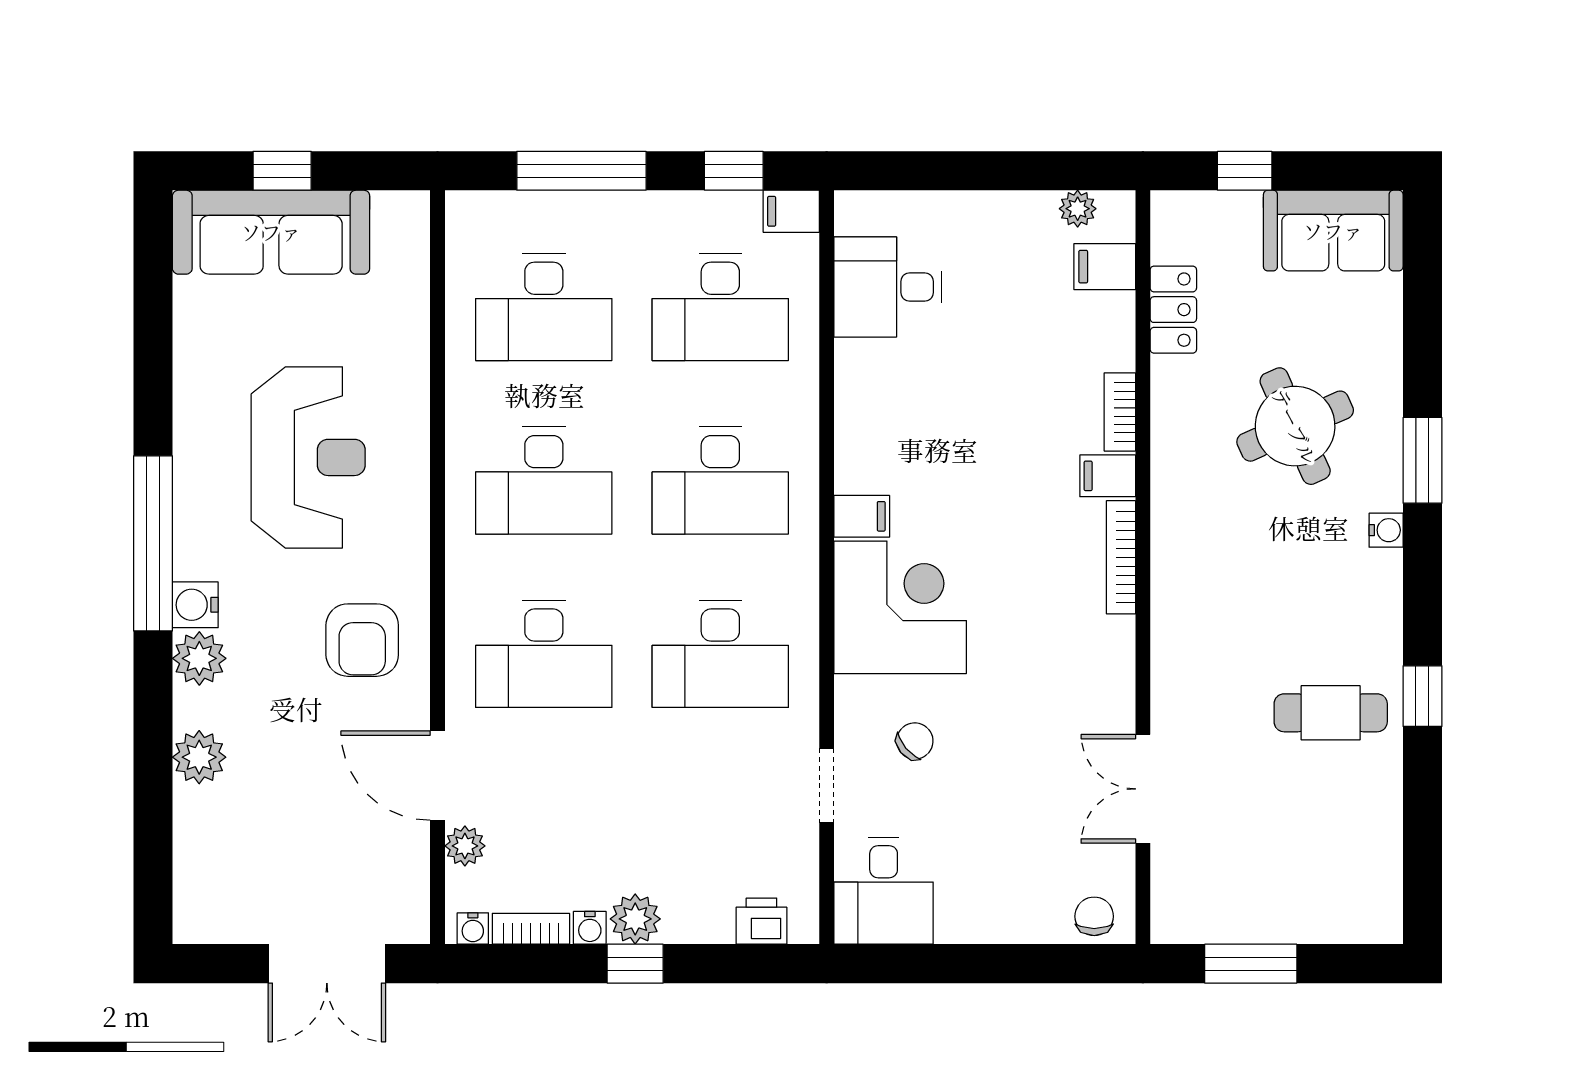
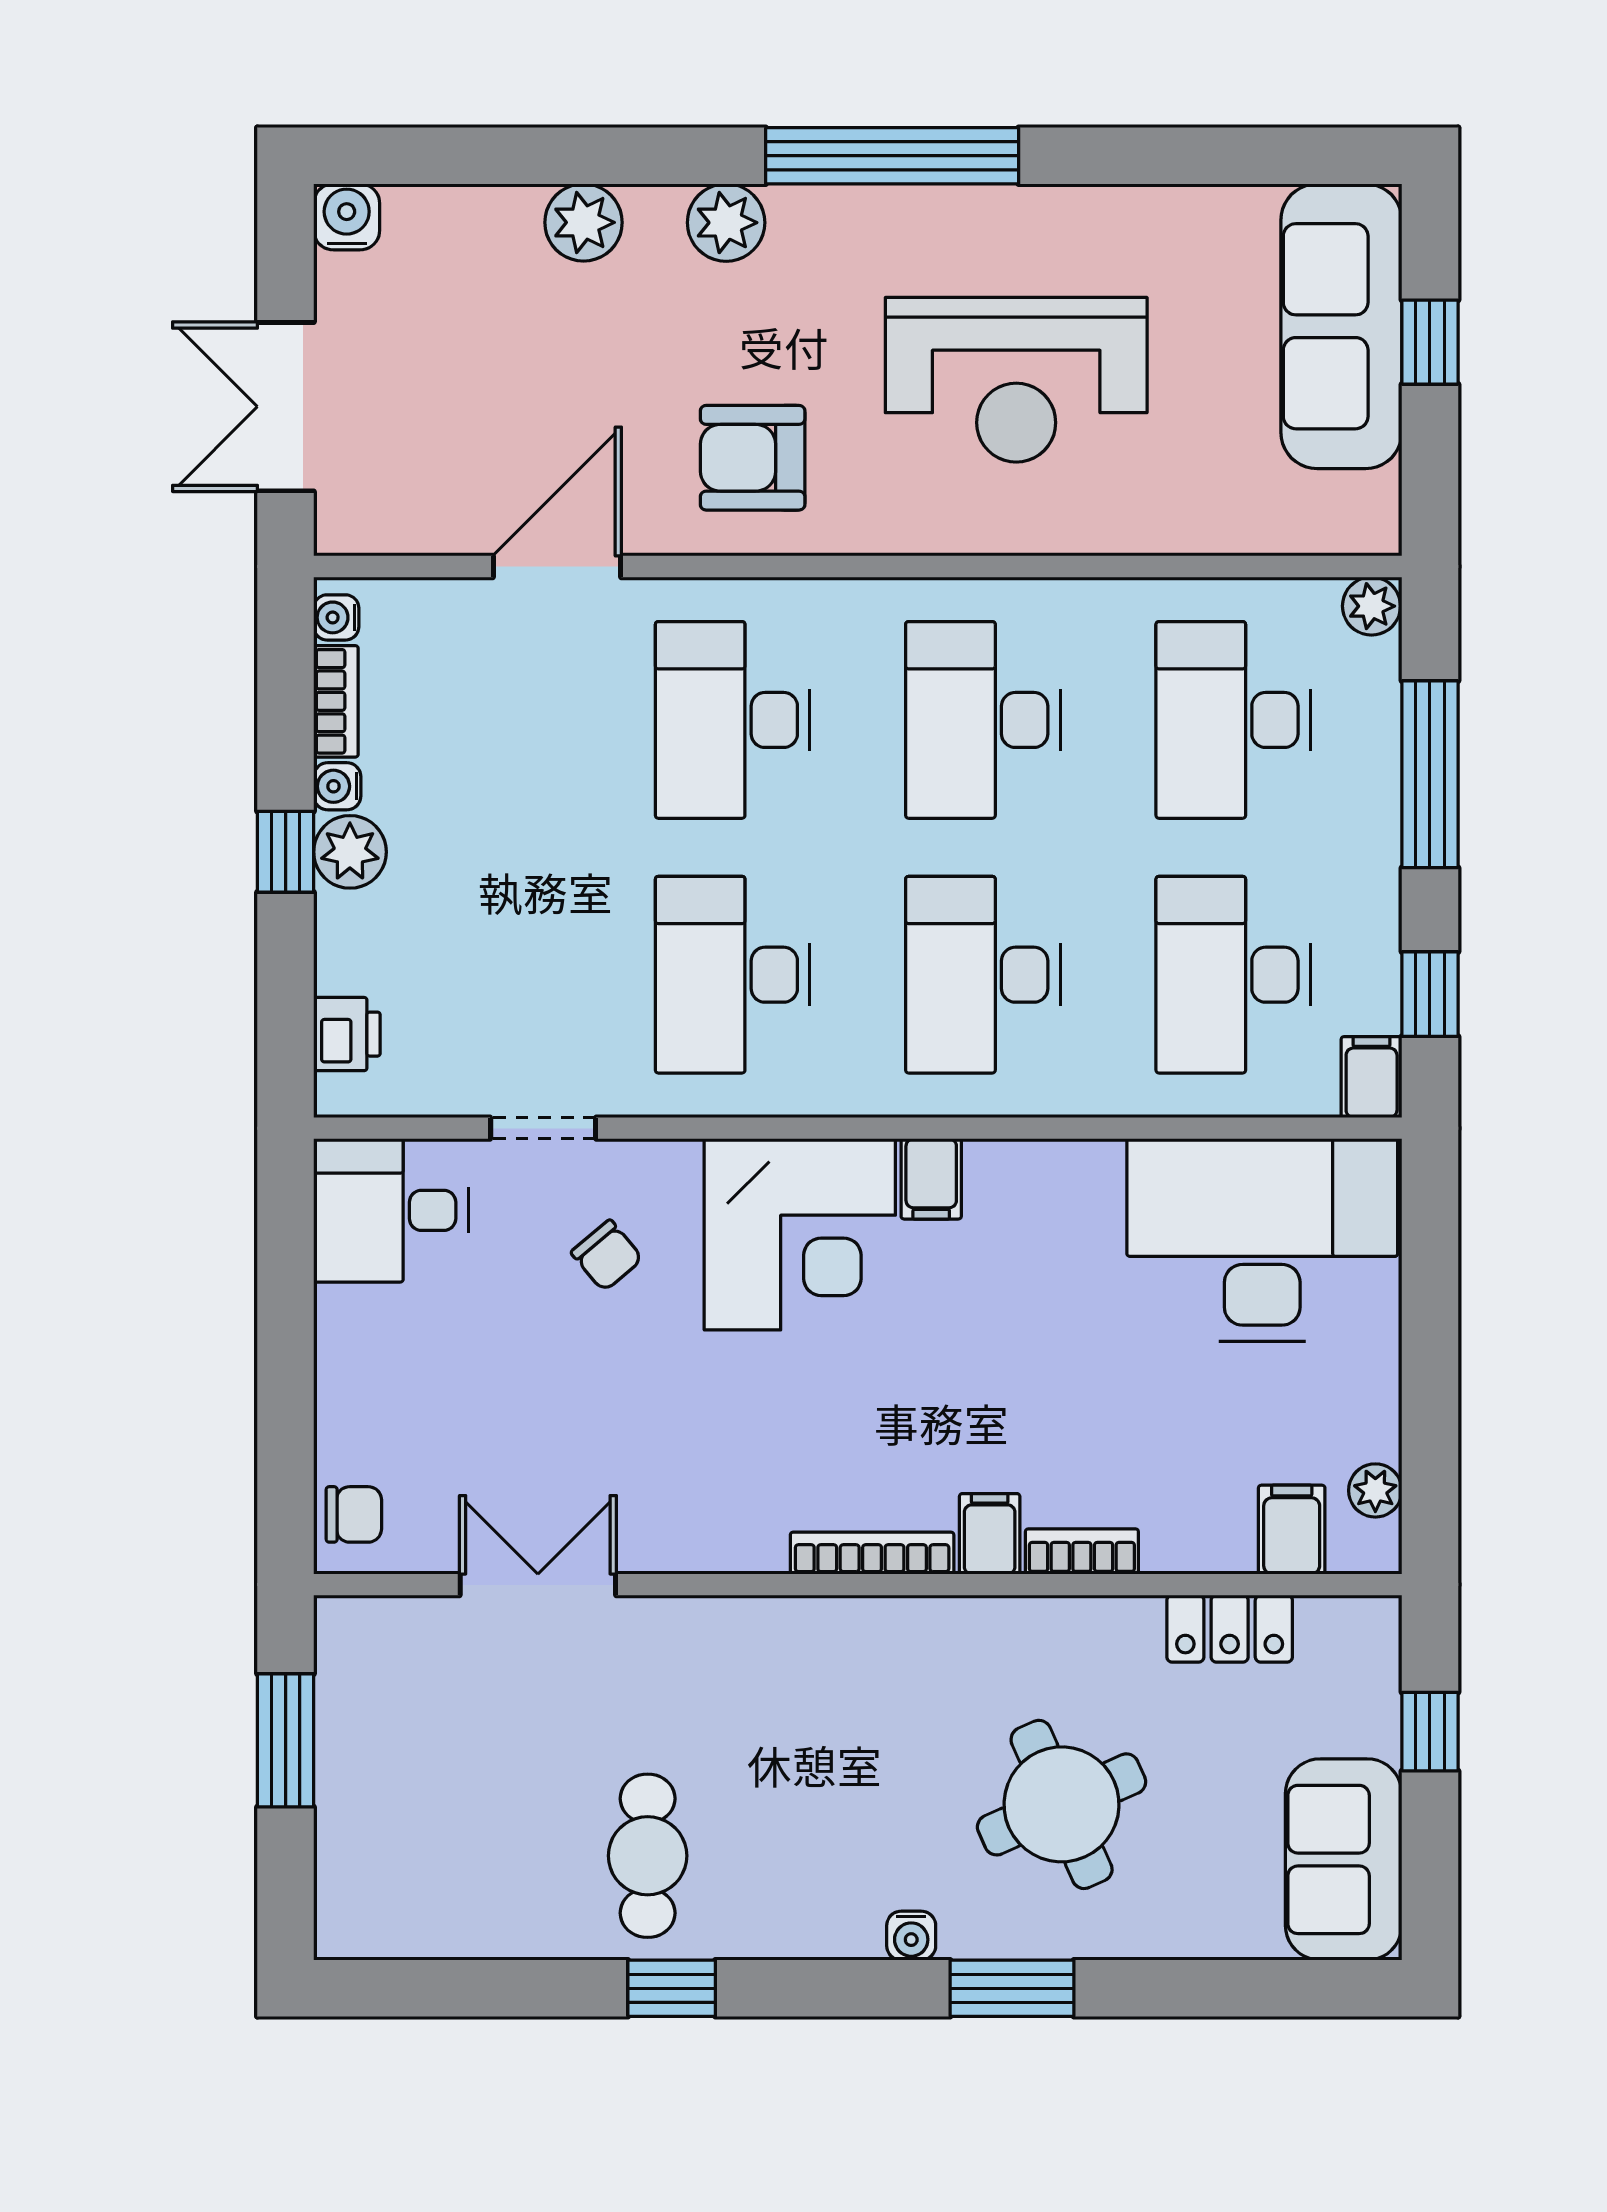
desk: (888, 287) -> (1262, 1240), width x1.87, depth x1.30
water cooler: (195, 605) -> (347, 217), moved
plant: (465, 846) -> (1371, 606), moved

